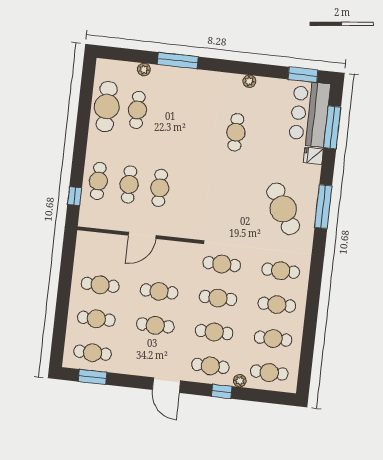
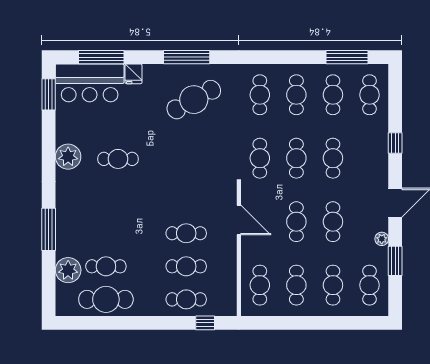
plant: (144, 70) -> (68, 270), width x1.88, depth x1.88
plant: (249, 81) -> (68, 157), width x1.87, depth x1.87
door: (142, 235) -> (239, 220), moved
window: (307, 356) -> (347, 57), added
cafe table: (210, 366) -> (260, 285), moved
window: (92, 377) -> (395, 261), moved
plant: (240, 381) -> (382, 239), moved

